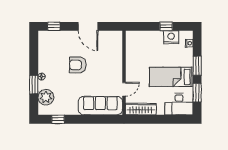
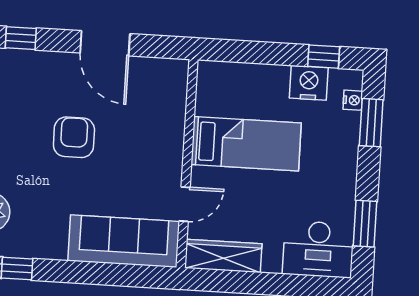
window: (166, 26) -> (324, 57), moved
armchair: (78, 65) -> (74, 137), turned 90
window: (197, 66) -> (371, 123), moved
bed: (171, 77) -> (246, 144), moved, turned 180

